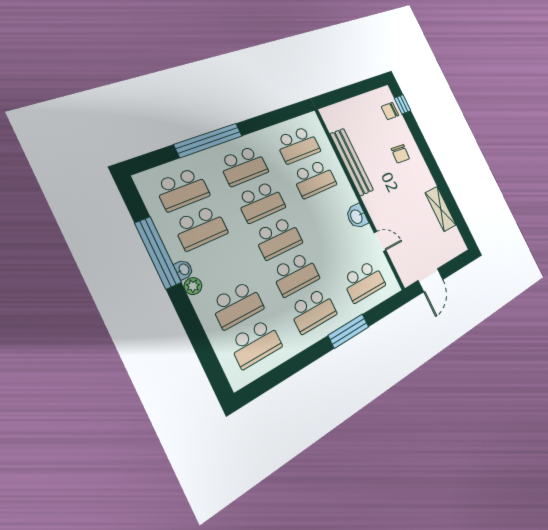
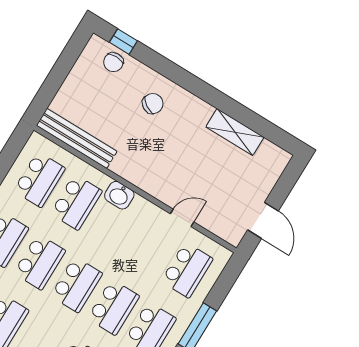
chair: (400, 154) -> (153, 104), turned -62
bench: (352, 162) -> (77, 138), moved
washbasin: (357, 216) -> (119, 195), moved

